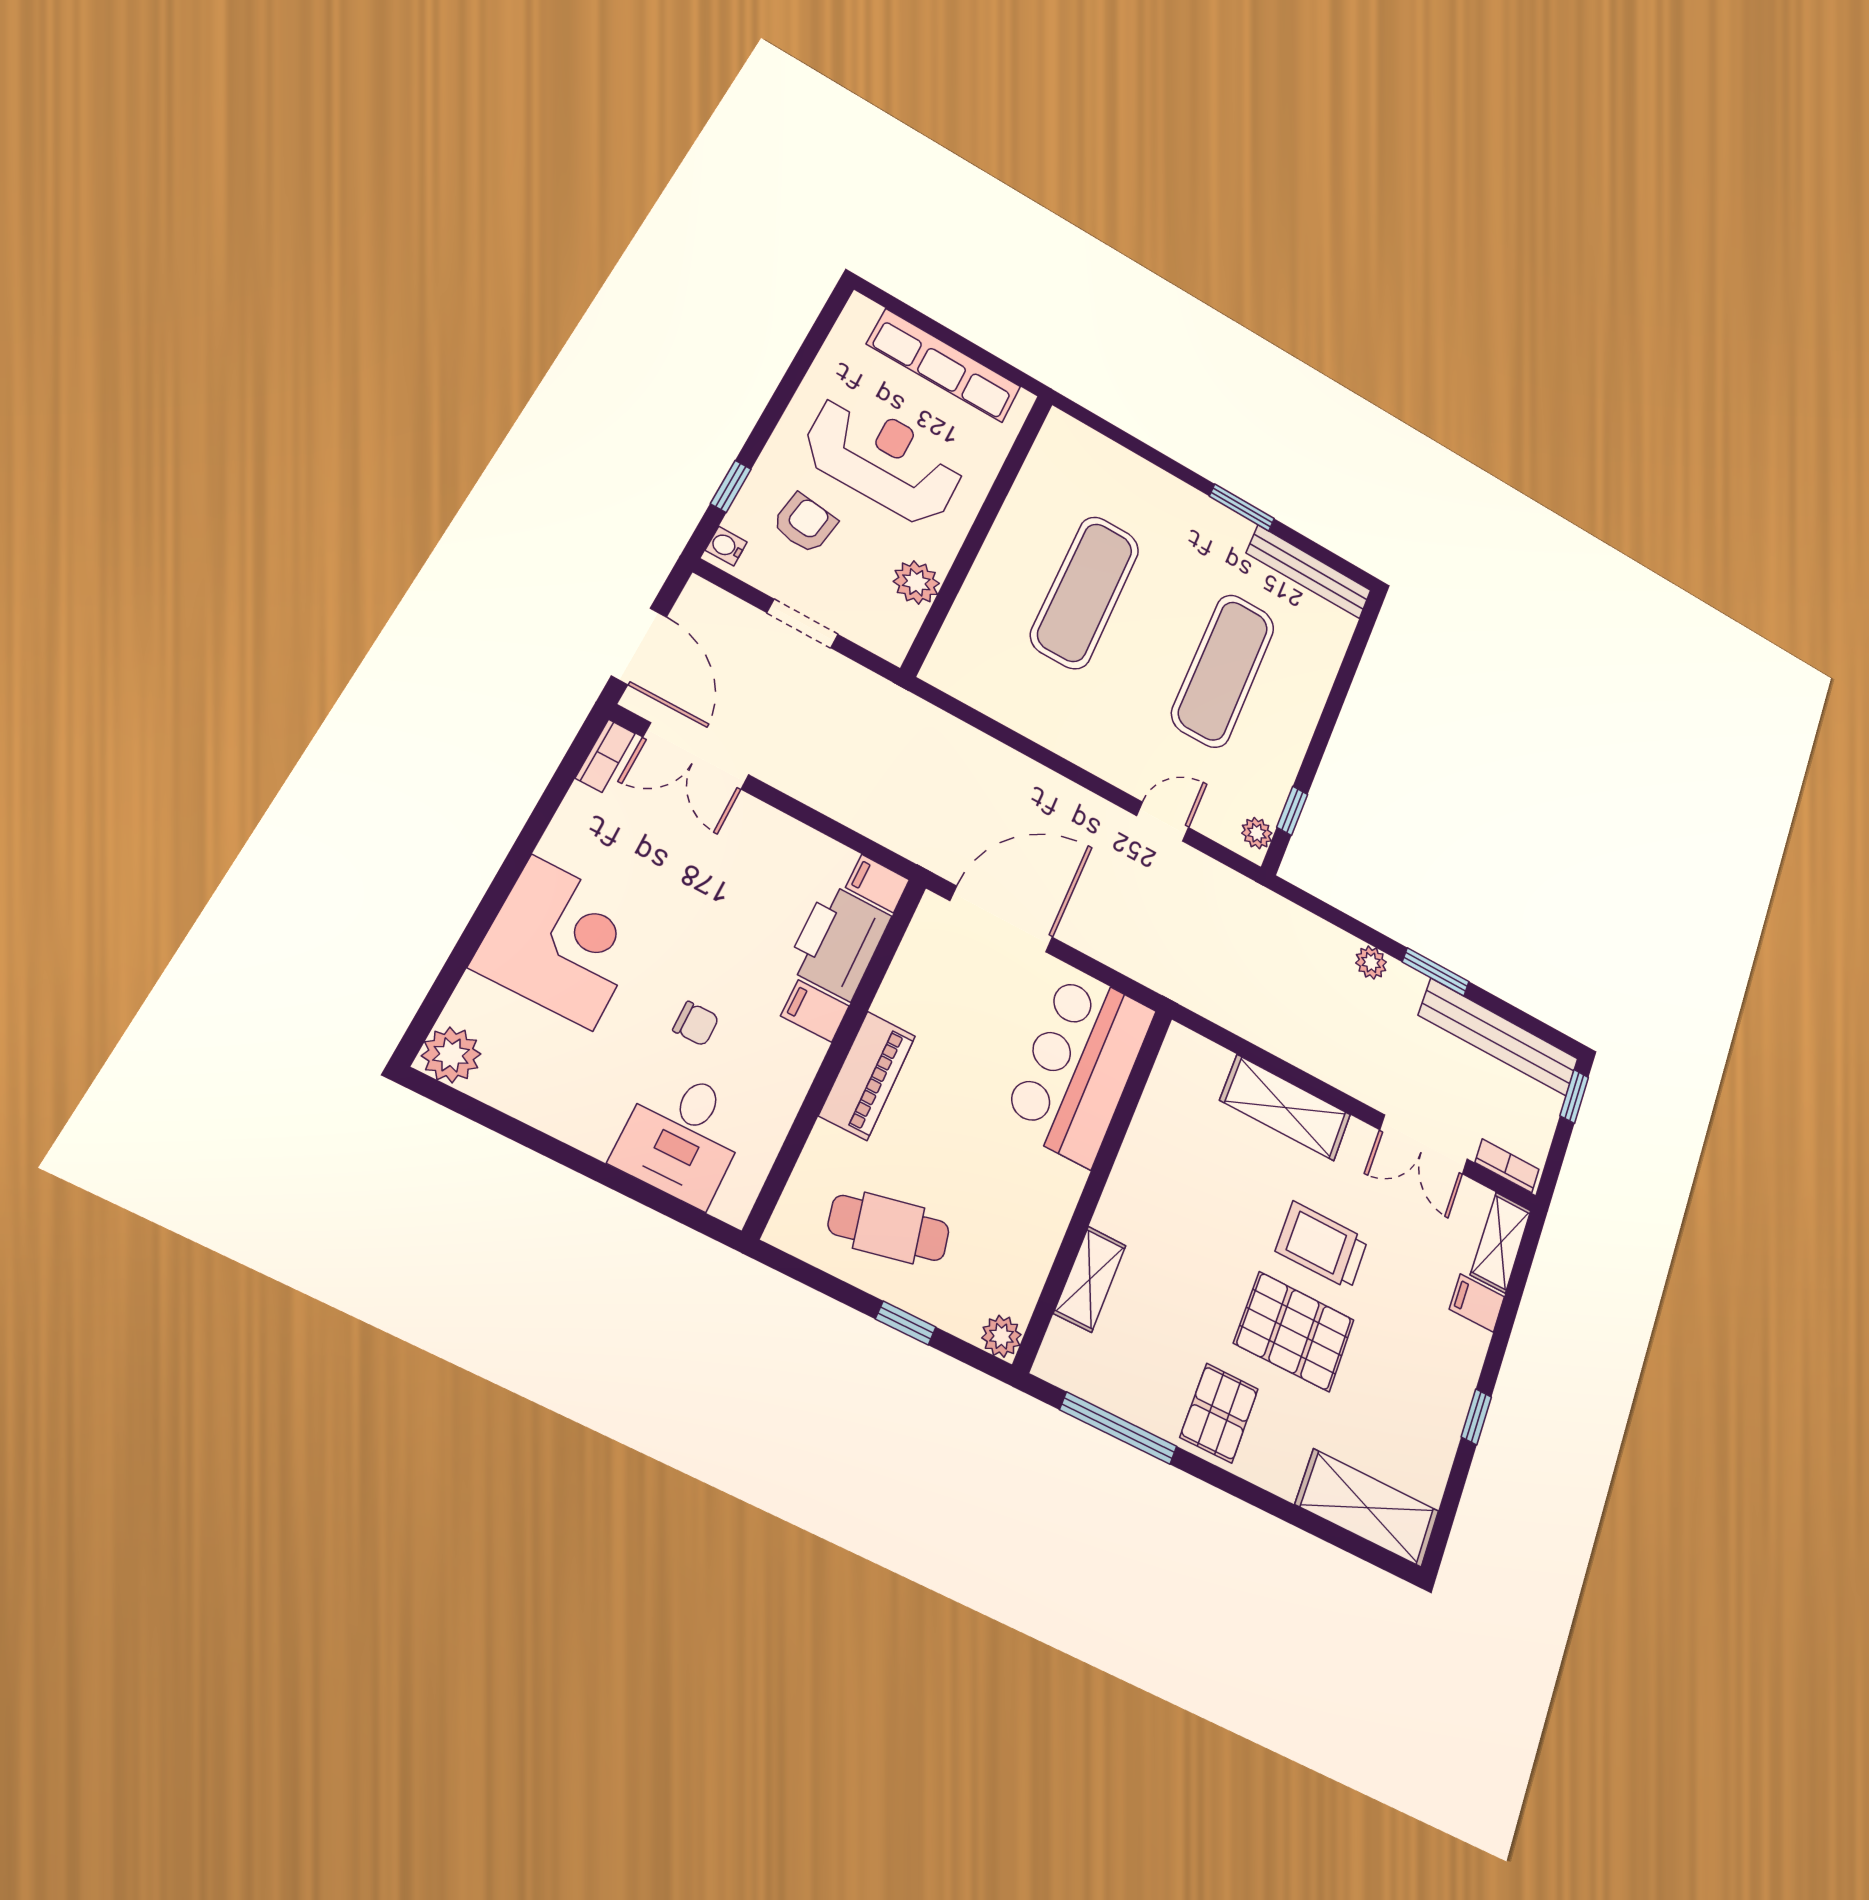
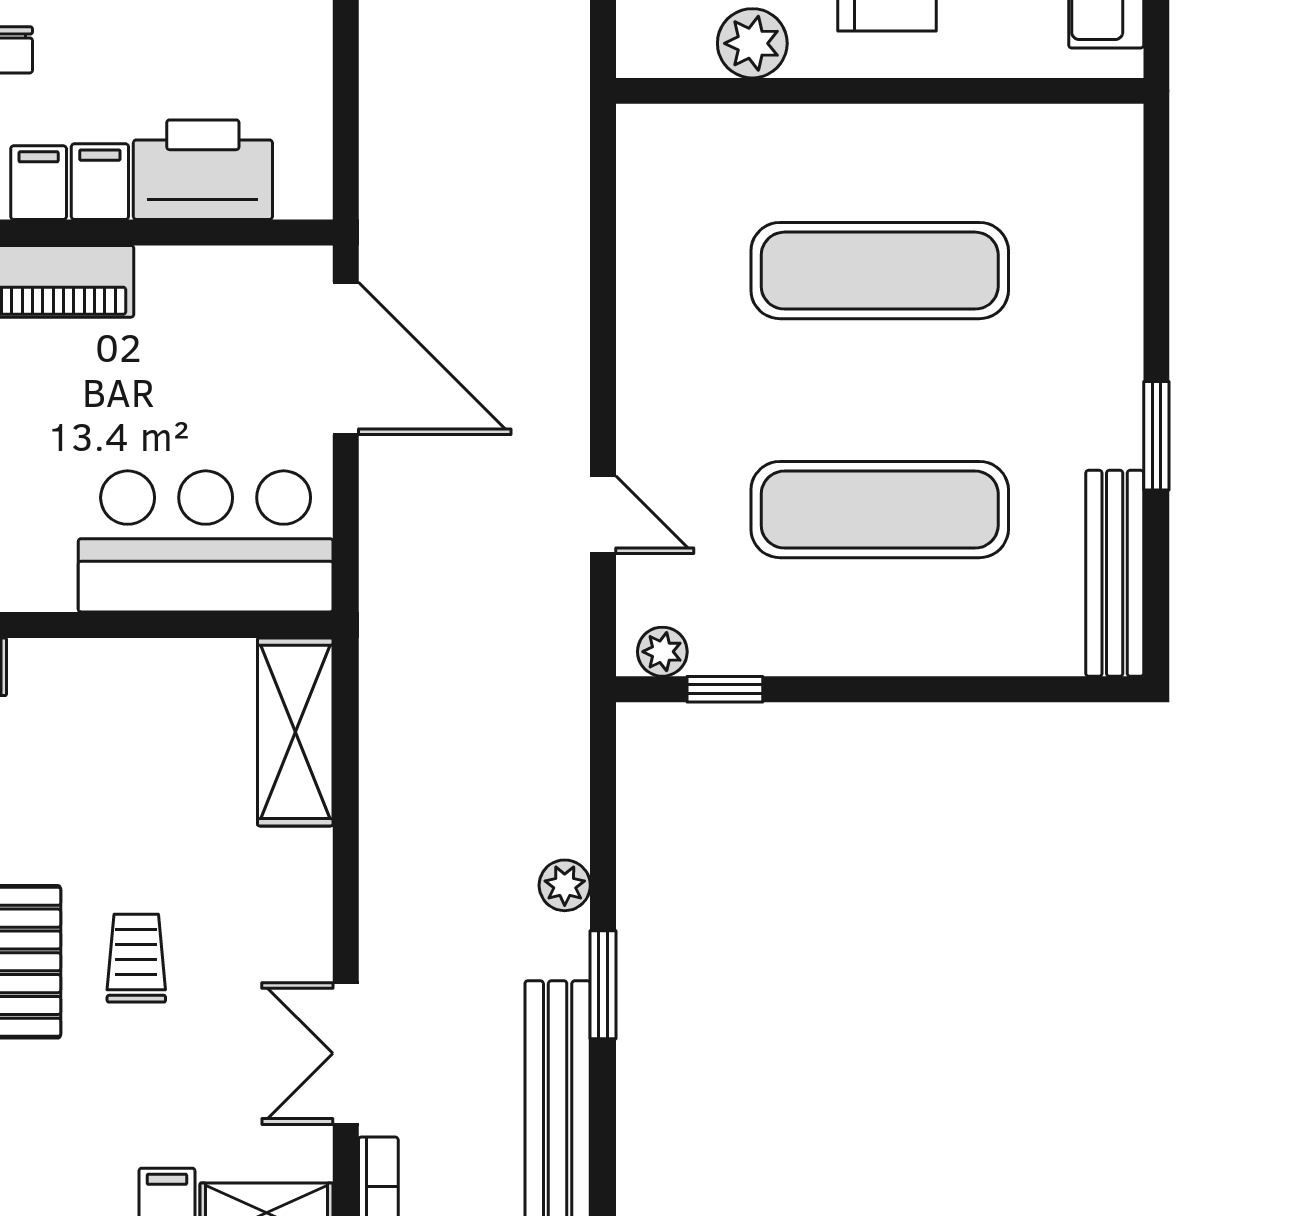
filing cabinet: (878, 884) -> (39, 183), moved
shelving: (1285, 1108) -> (295, 732), moved
trolley: (1322, 1245) -> (136, 958), width x0.73, depth x0.72

